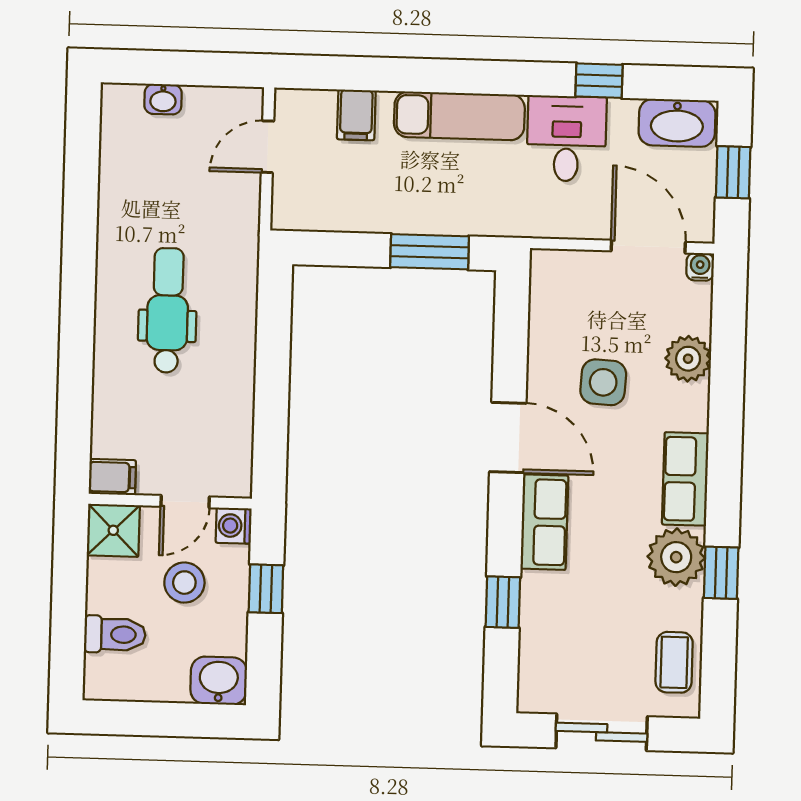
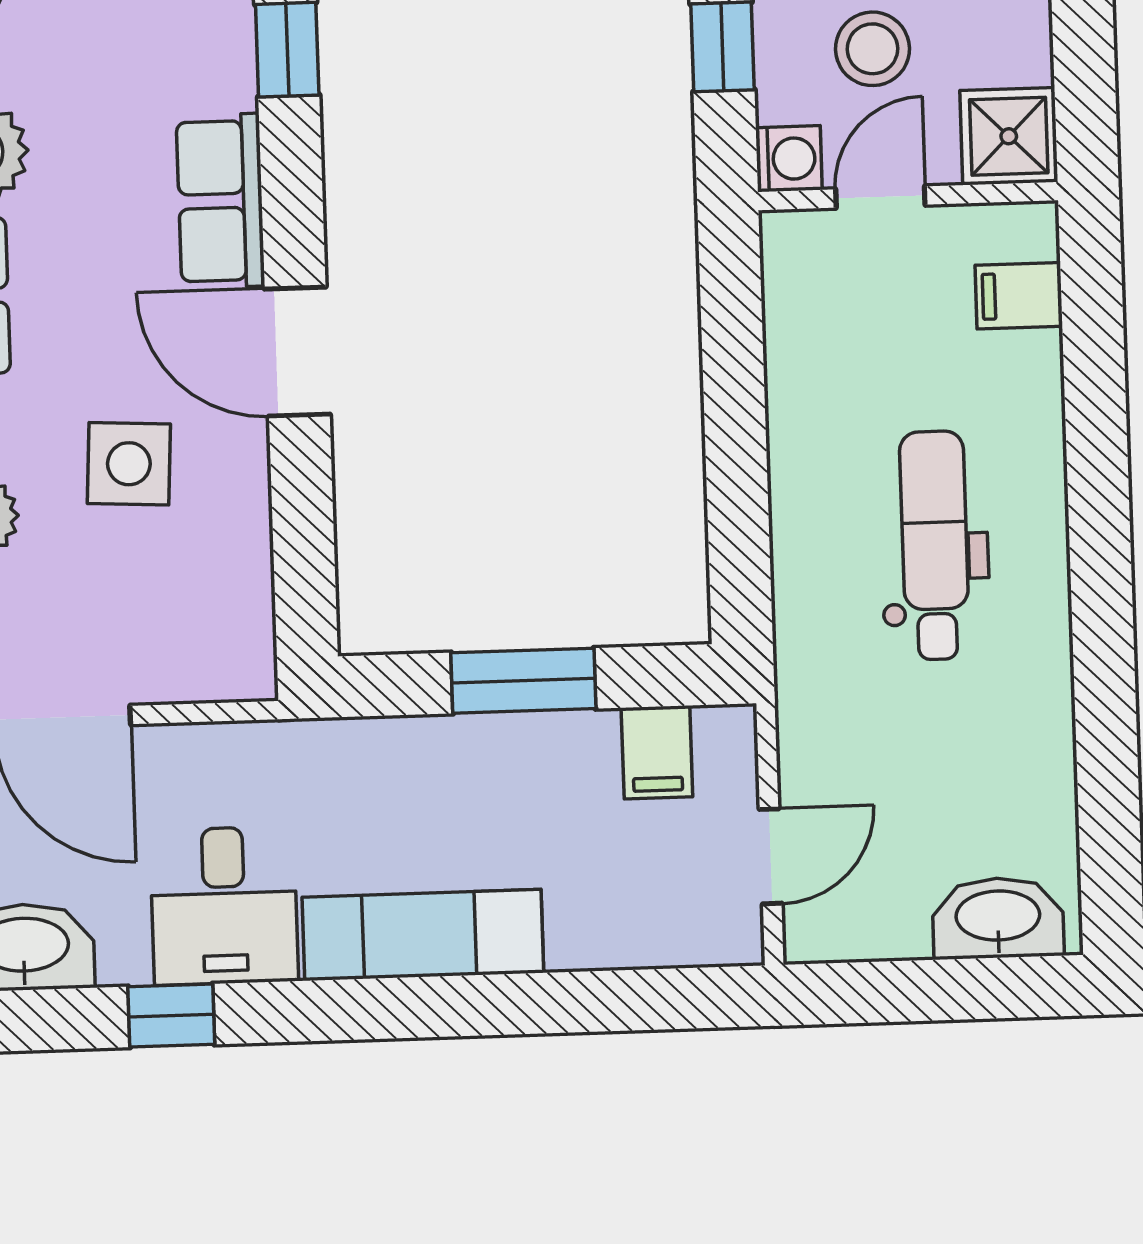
washbasin: (163, 99) -> (998, 918), width x1.91, depth x1.45
filing cabinet: (356, 115) -> (657, 752), moved, turned 180
window: (430, 252) -> (523, 681), moved
dental chair: (168, 310) -> (935, 545), turned 180
filing cabinet: (112, 477) -> (1019, 296), moved

